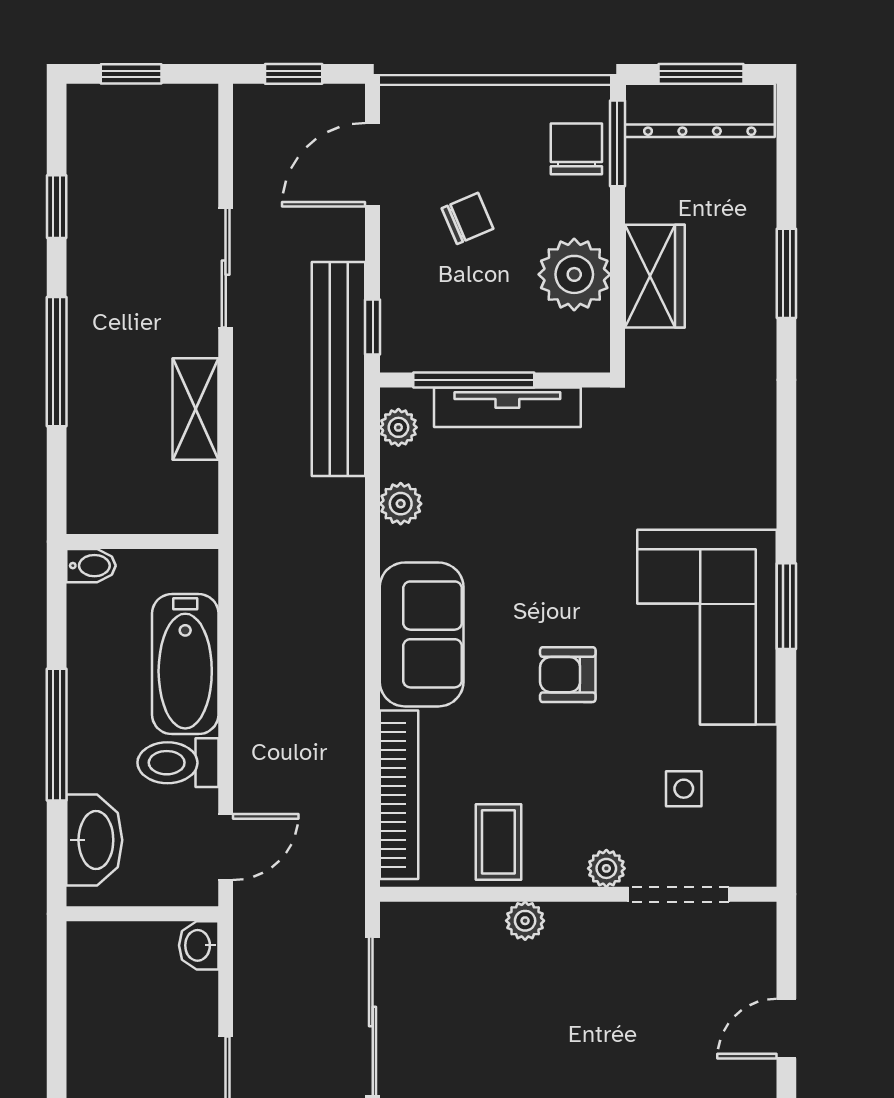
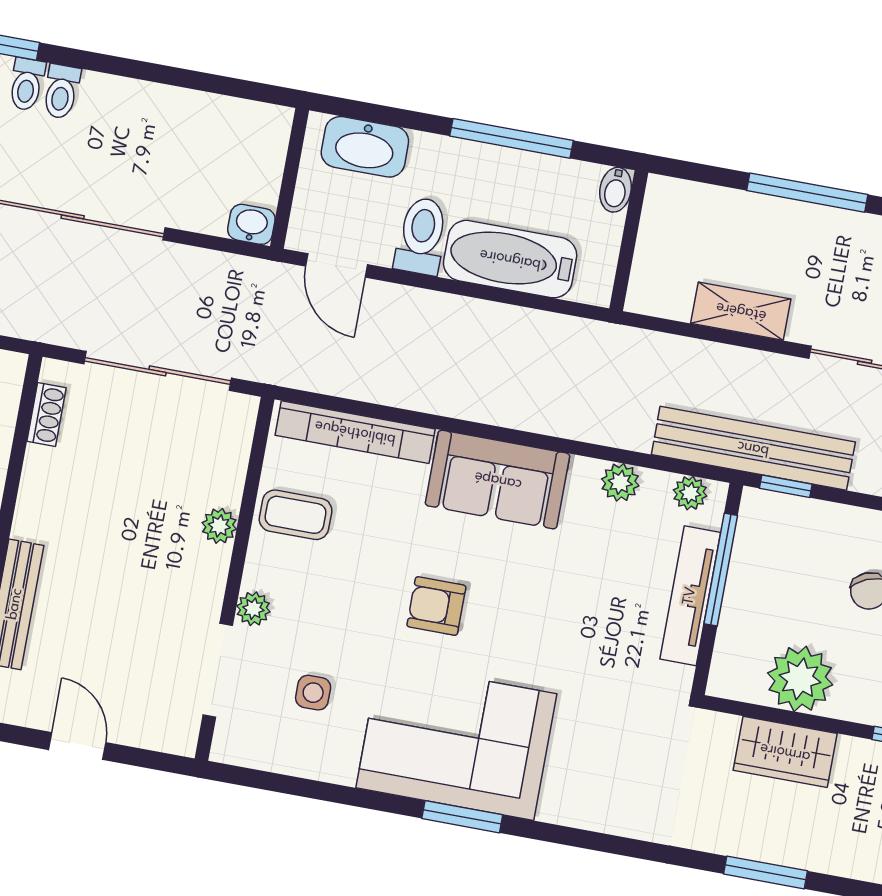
armchair: (568, 675) -> (436, 606), turned -90
window: (57, 735) -> (512, 138), moved

